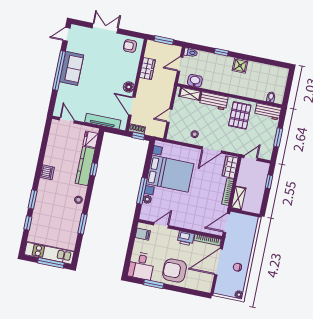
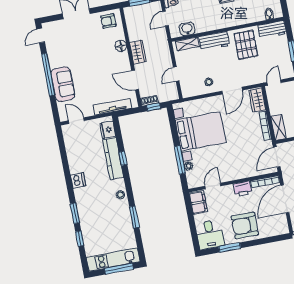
sofa: (72, 68) -> (63, 84), moved
wardrobe: (147, 69) -> (138, 52), moved
floor lamp: (129, 87) -> (121, 46), moved
filing cabinet: (143, 234) -> (198, 202), width x2.00

